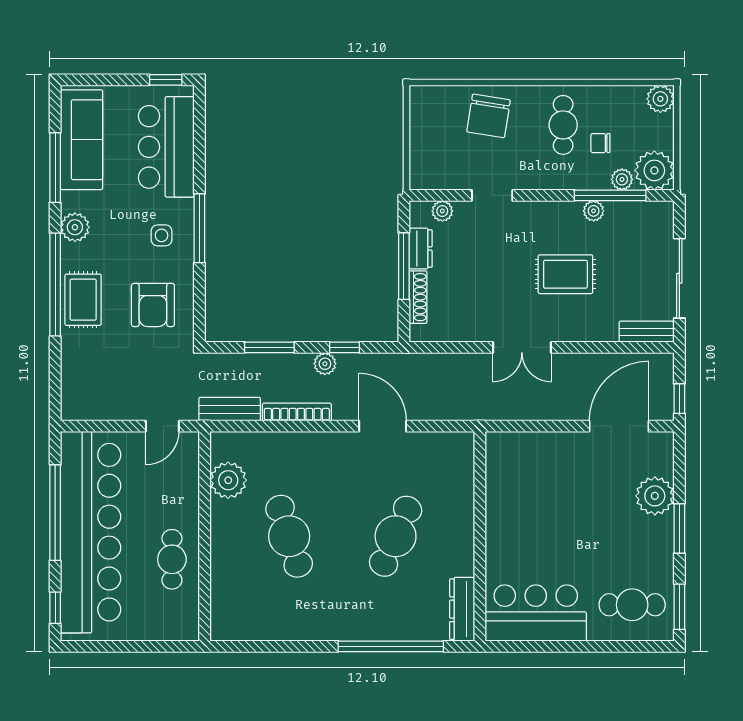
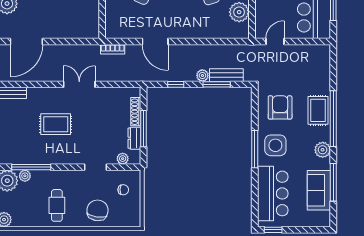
sofa: (82, 140) -> (319, 190), width x0.73
chair: (600, 143) -> (123, 190), moved
plant: (594, 211) -> (40, 159), removed
side table: (162, 235) -> (275, 145), width x1.87, depth x1.87
plant: (325, 364) -> (202, 75), moved
bench: (230, 409) -> (226, 75), moved
bookcase: (297, 412) -> (113, 49), moved, width x0.64

